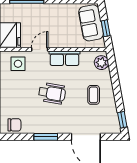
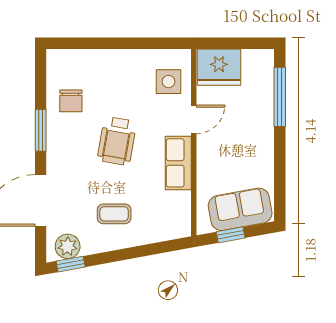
door: (40, 49) -> (194, 119), hinge flipped
plant: (101, 63) -> (68, 246), moved
chair: (14, 125) -> (71, 101), moved

